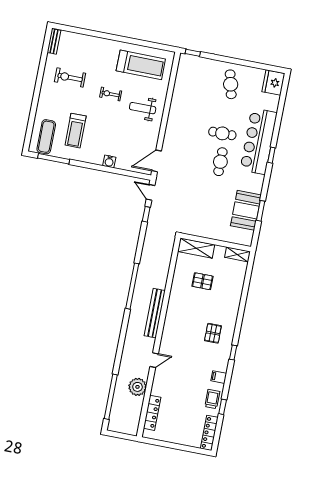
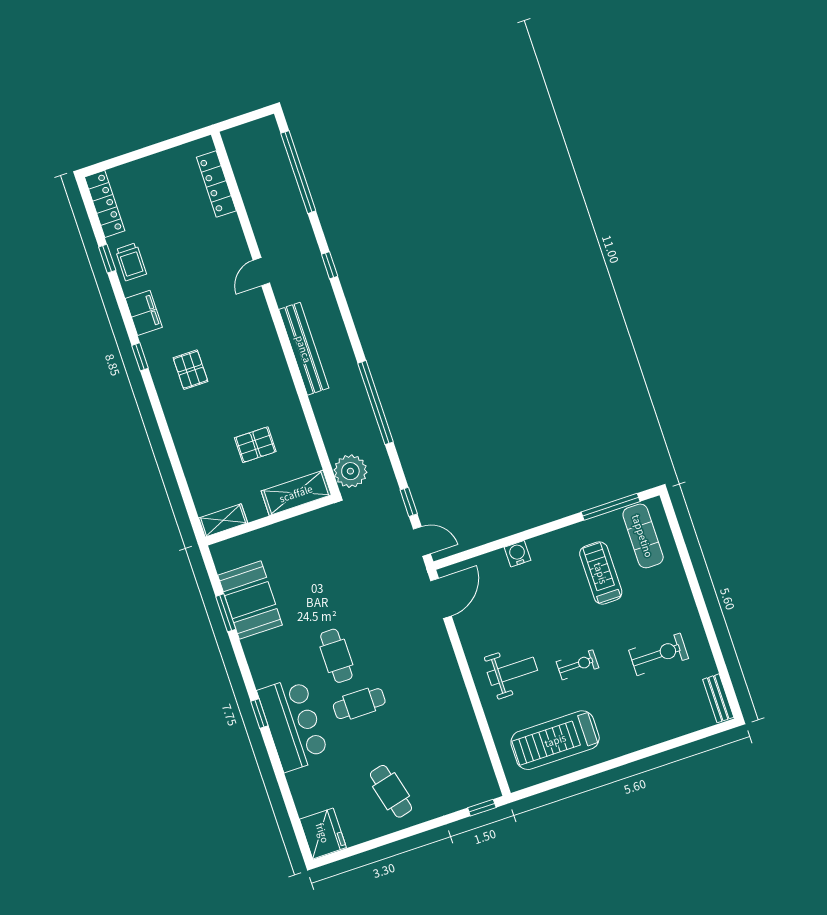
bar counter: (258, 141) -> (293, 724), width x0.73
window: (132, 286) -> (376, 403), moved
window: (121, 345) -> (330, 265), added
filing cabinet: (219, 377) -> (144, 313), width x2.00
plant: (137, 387) -> (350, 471), moved

